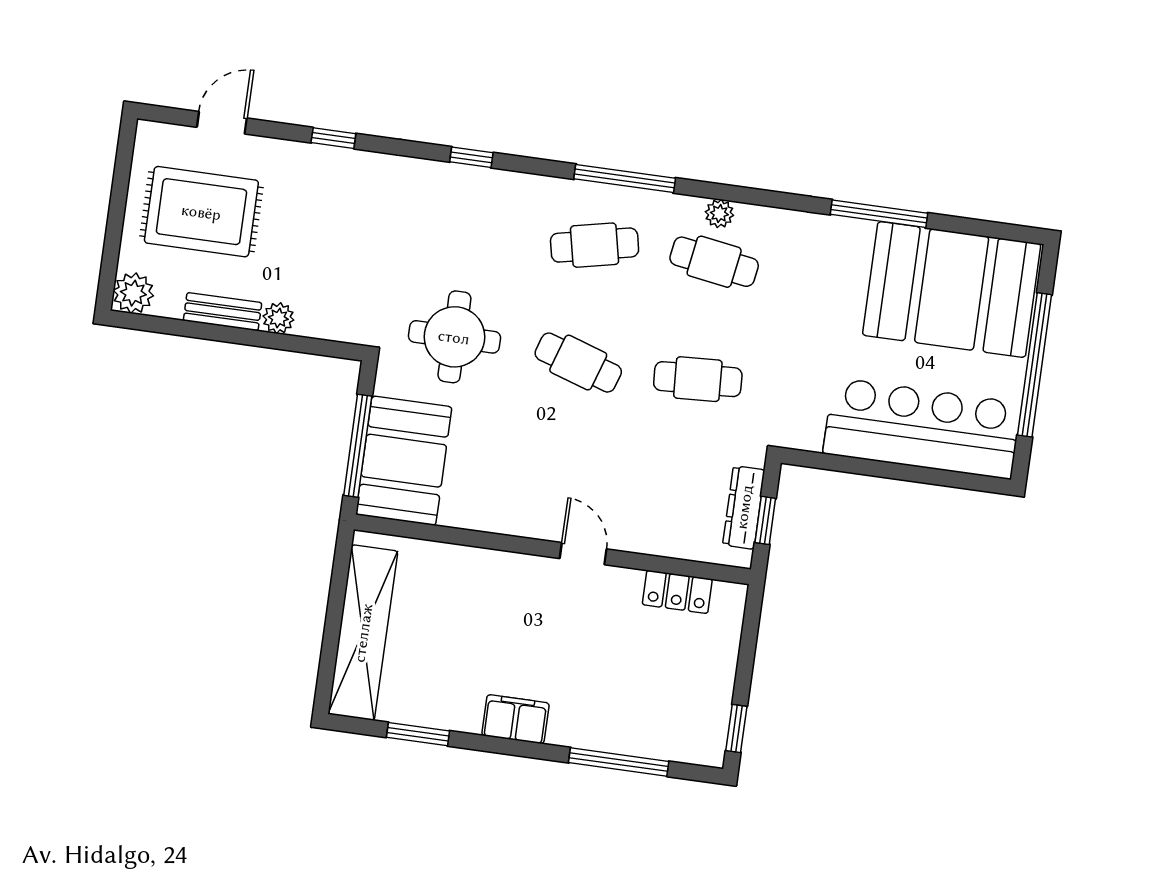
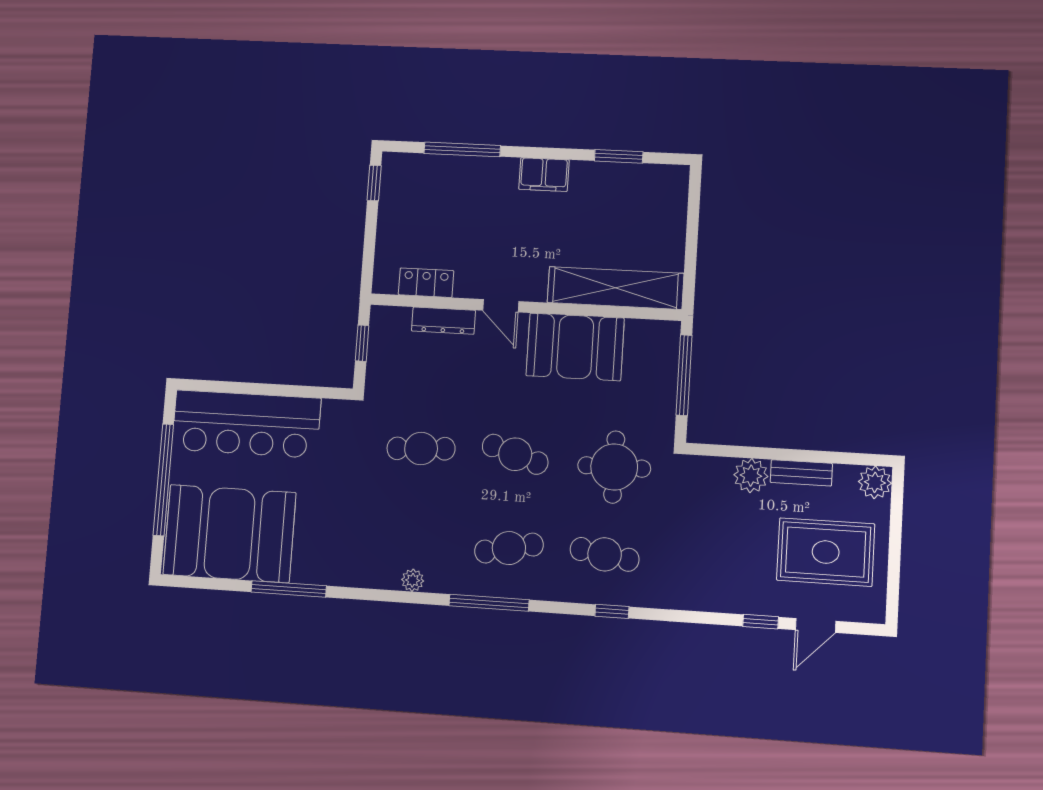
window: (333, 138) -> (761, 622), moved
cafe table: (714, 262) -> (605, 554), moved
plant: (278, 318) -> (751, 476), width x1.38, depth x1.38
booth: (404, 461) -> (575, 347), moved, turned 90
dresser: (744, 507) -> (443, 321), moved, turned 90
shelving: (363, 633) -> (615, 288), moved, turned 90

